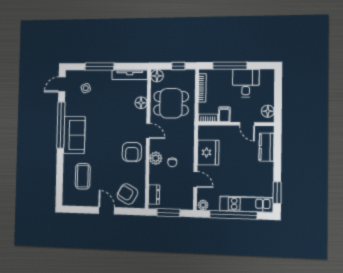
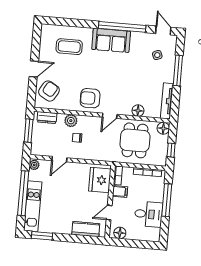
fridge: (208, 152) -> (100, 180), moved, turned 90
plant: (156, 158) -> (71, 121), moved

